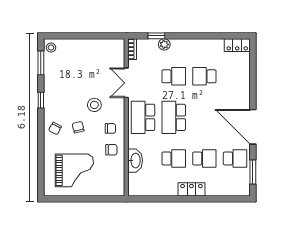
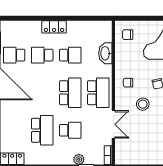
school desk: (174, 76) -> (70, 130), turned 180
school desk: (204, 76) -> (42, 130), width x1.85
chair: (111, 150) -> (128, 35), moved
school desk: (174, 158) -> (70, 55), turned 180

